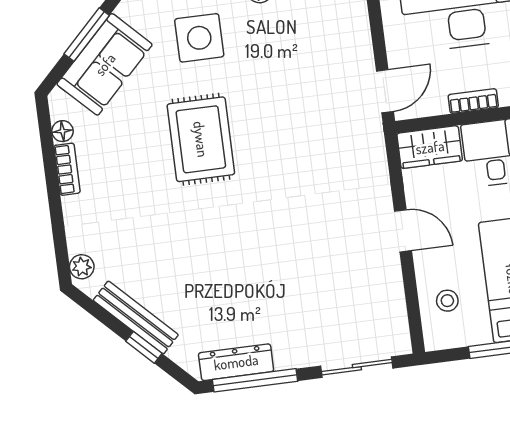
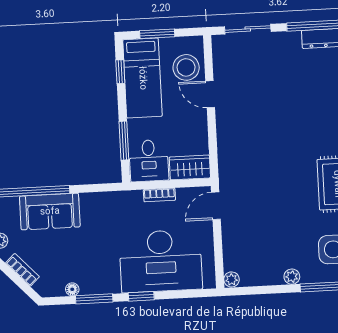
door: (403, 231) -> (210, 94), moved
stool: (447, 301) -> (186, 67), width x1.89, depth x1.89

